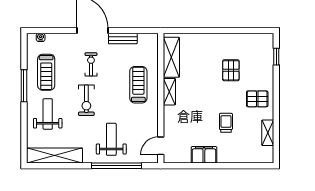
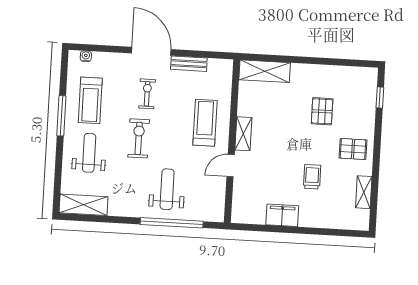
shelving: (171, 57) -> (265, 71), moved, turned 90
exercise bike: (86, 100) -> (139, 138), turned 180
door: (161, 146) -> (231, 166), moved
shelving: (54, 156) -> (84, 205), width x0.68

